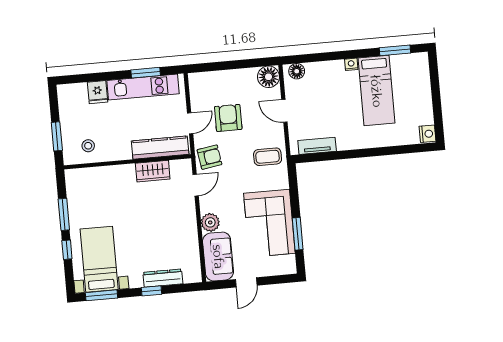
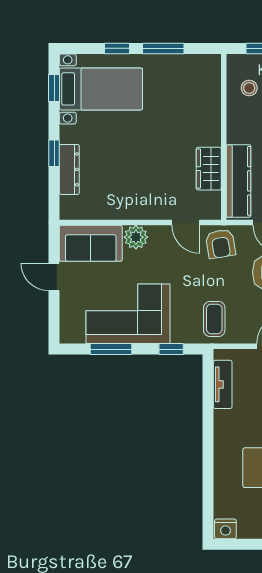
window: (293, 188) -> (171, 349), added
window: (102, 295) -> (54, 88), width x0.67

